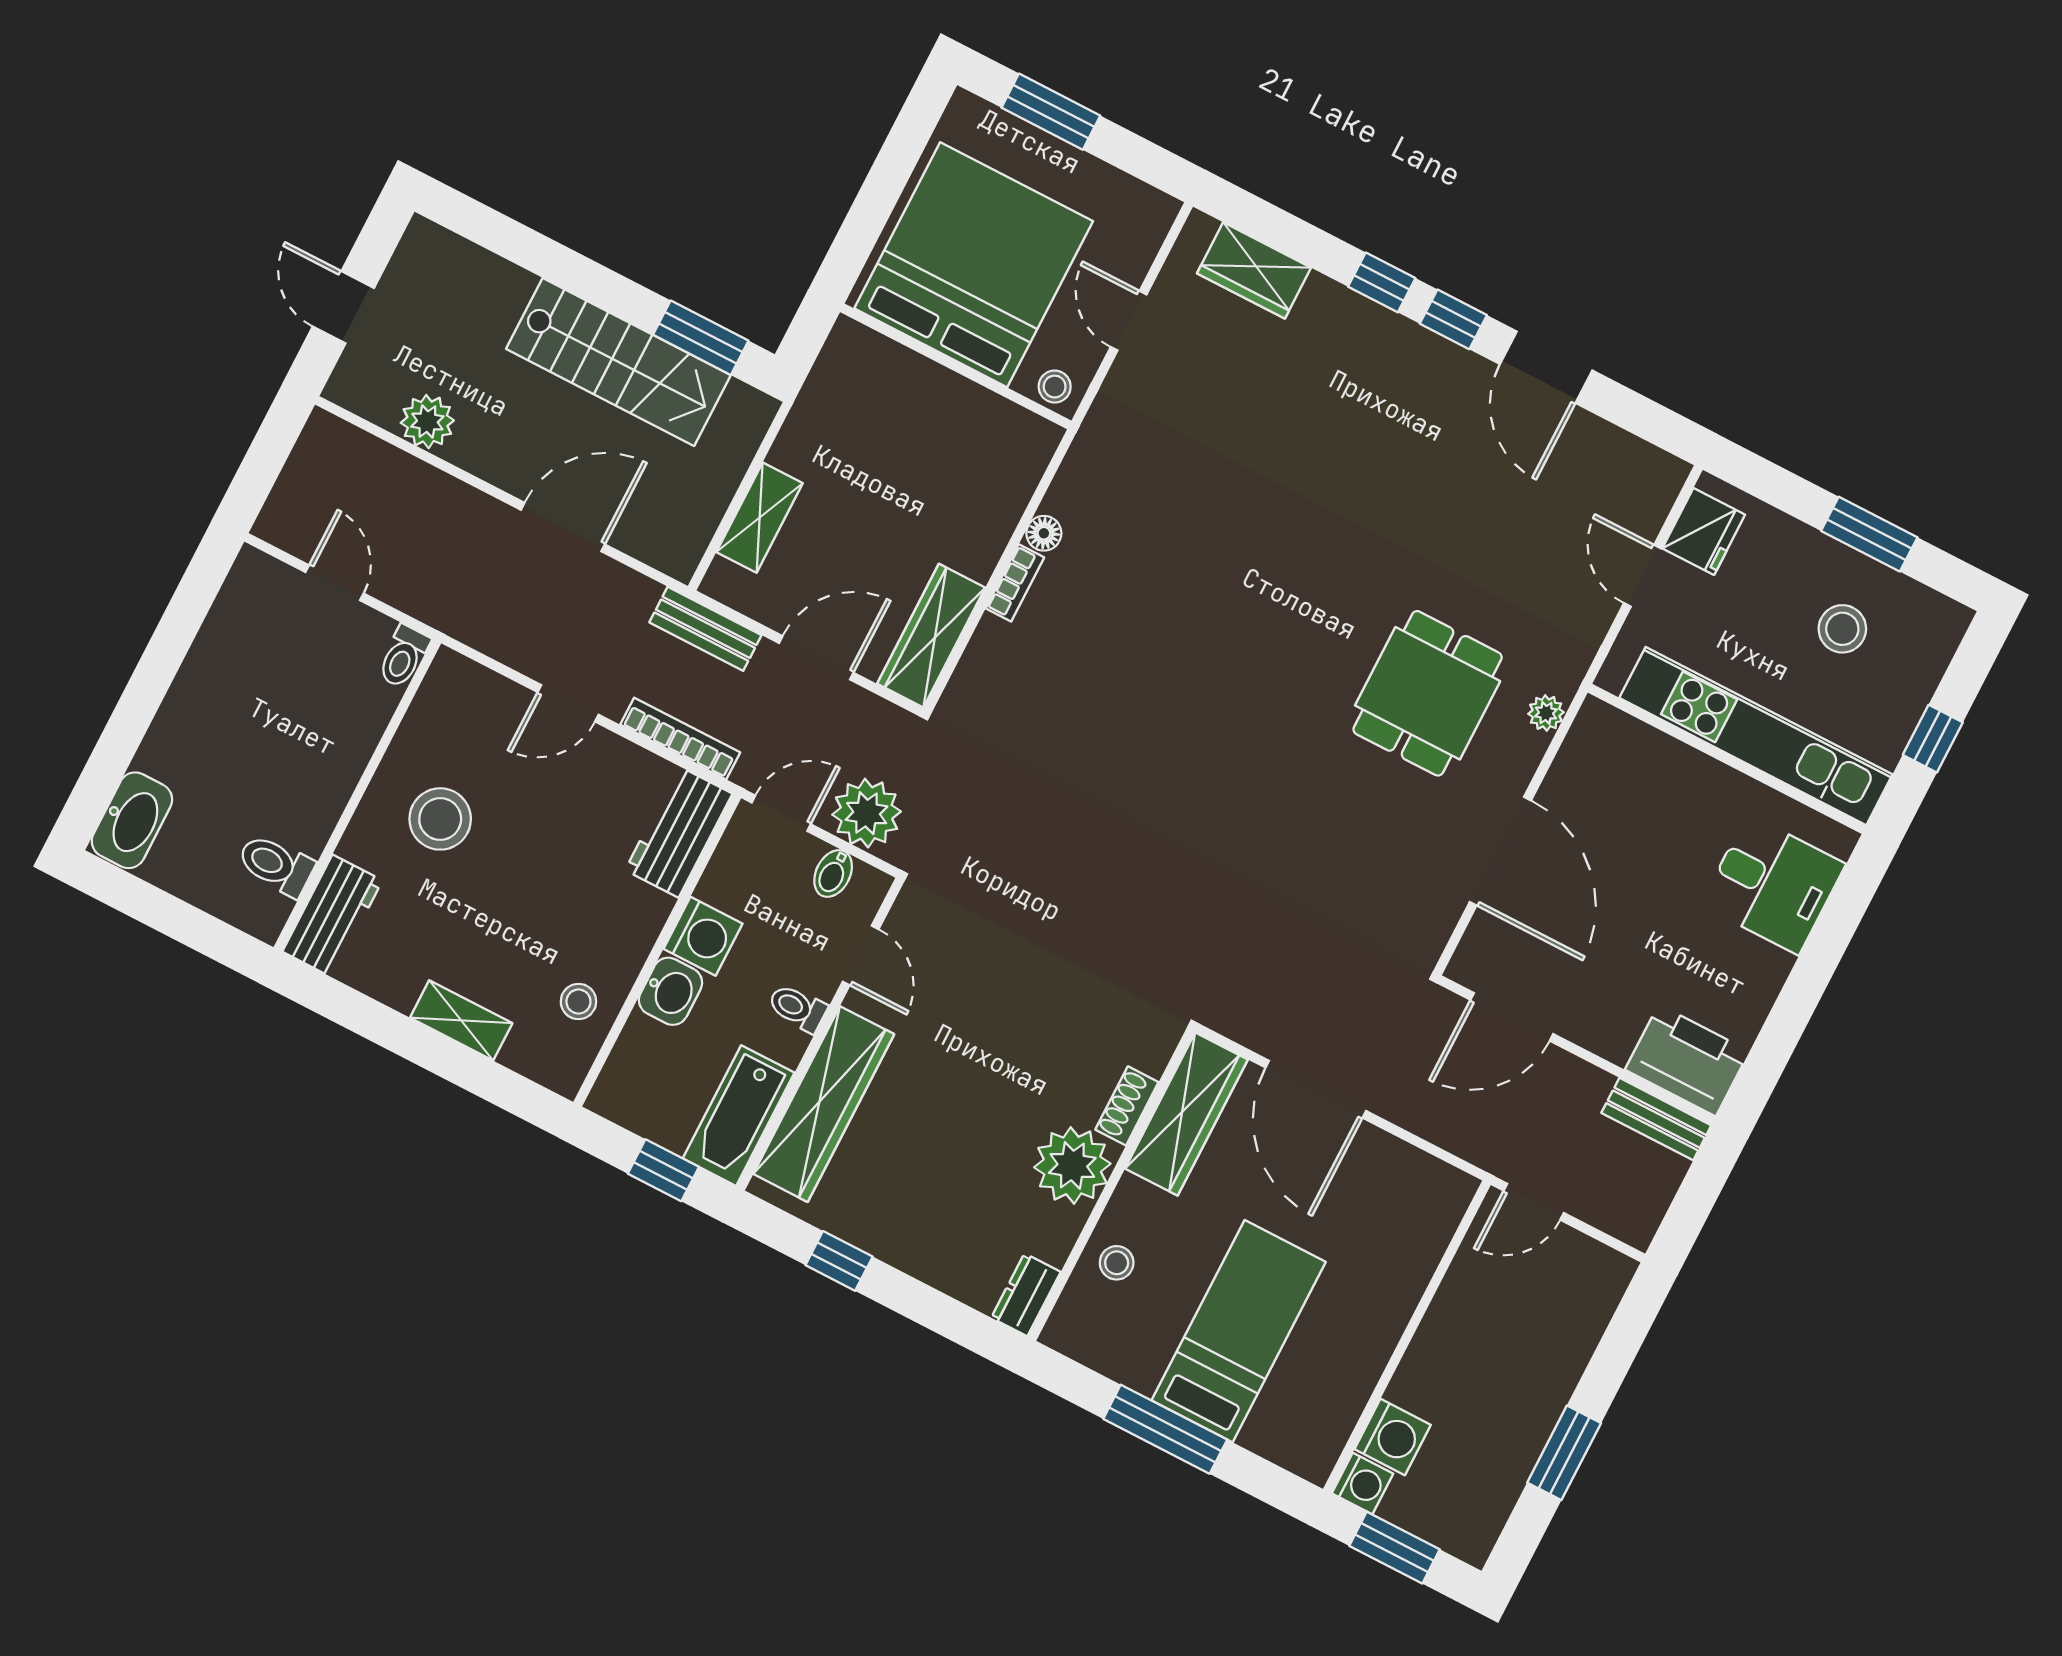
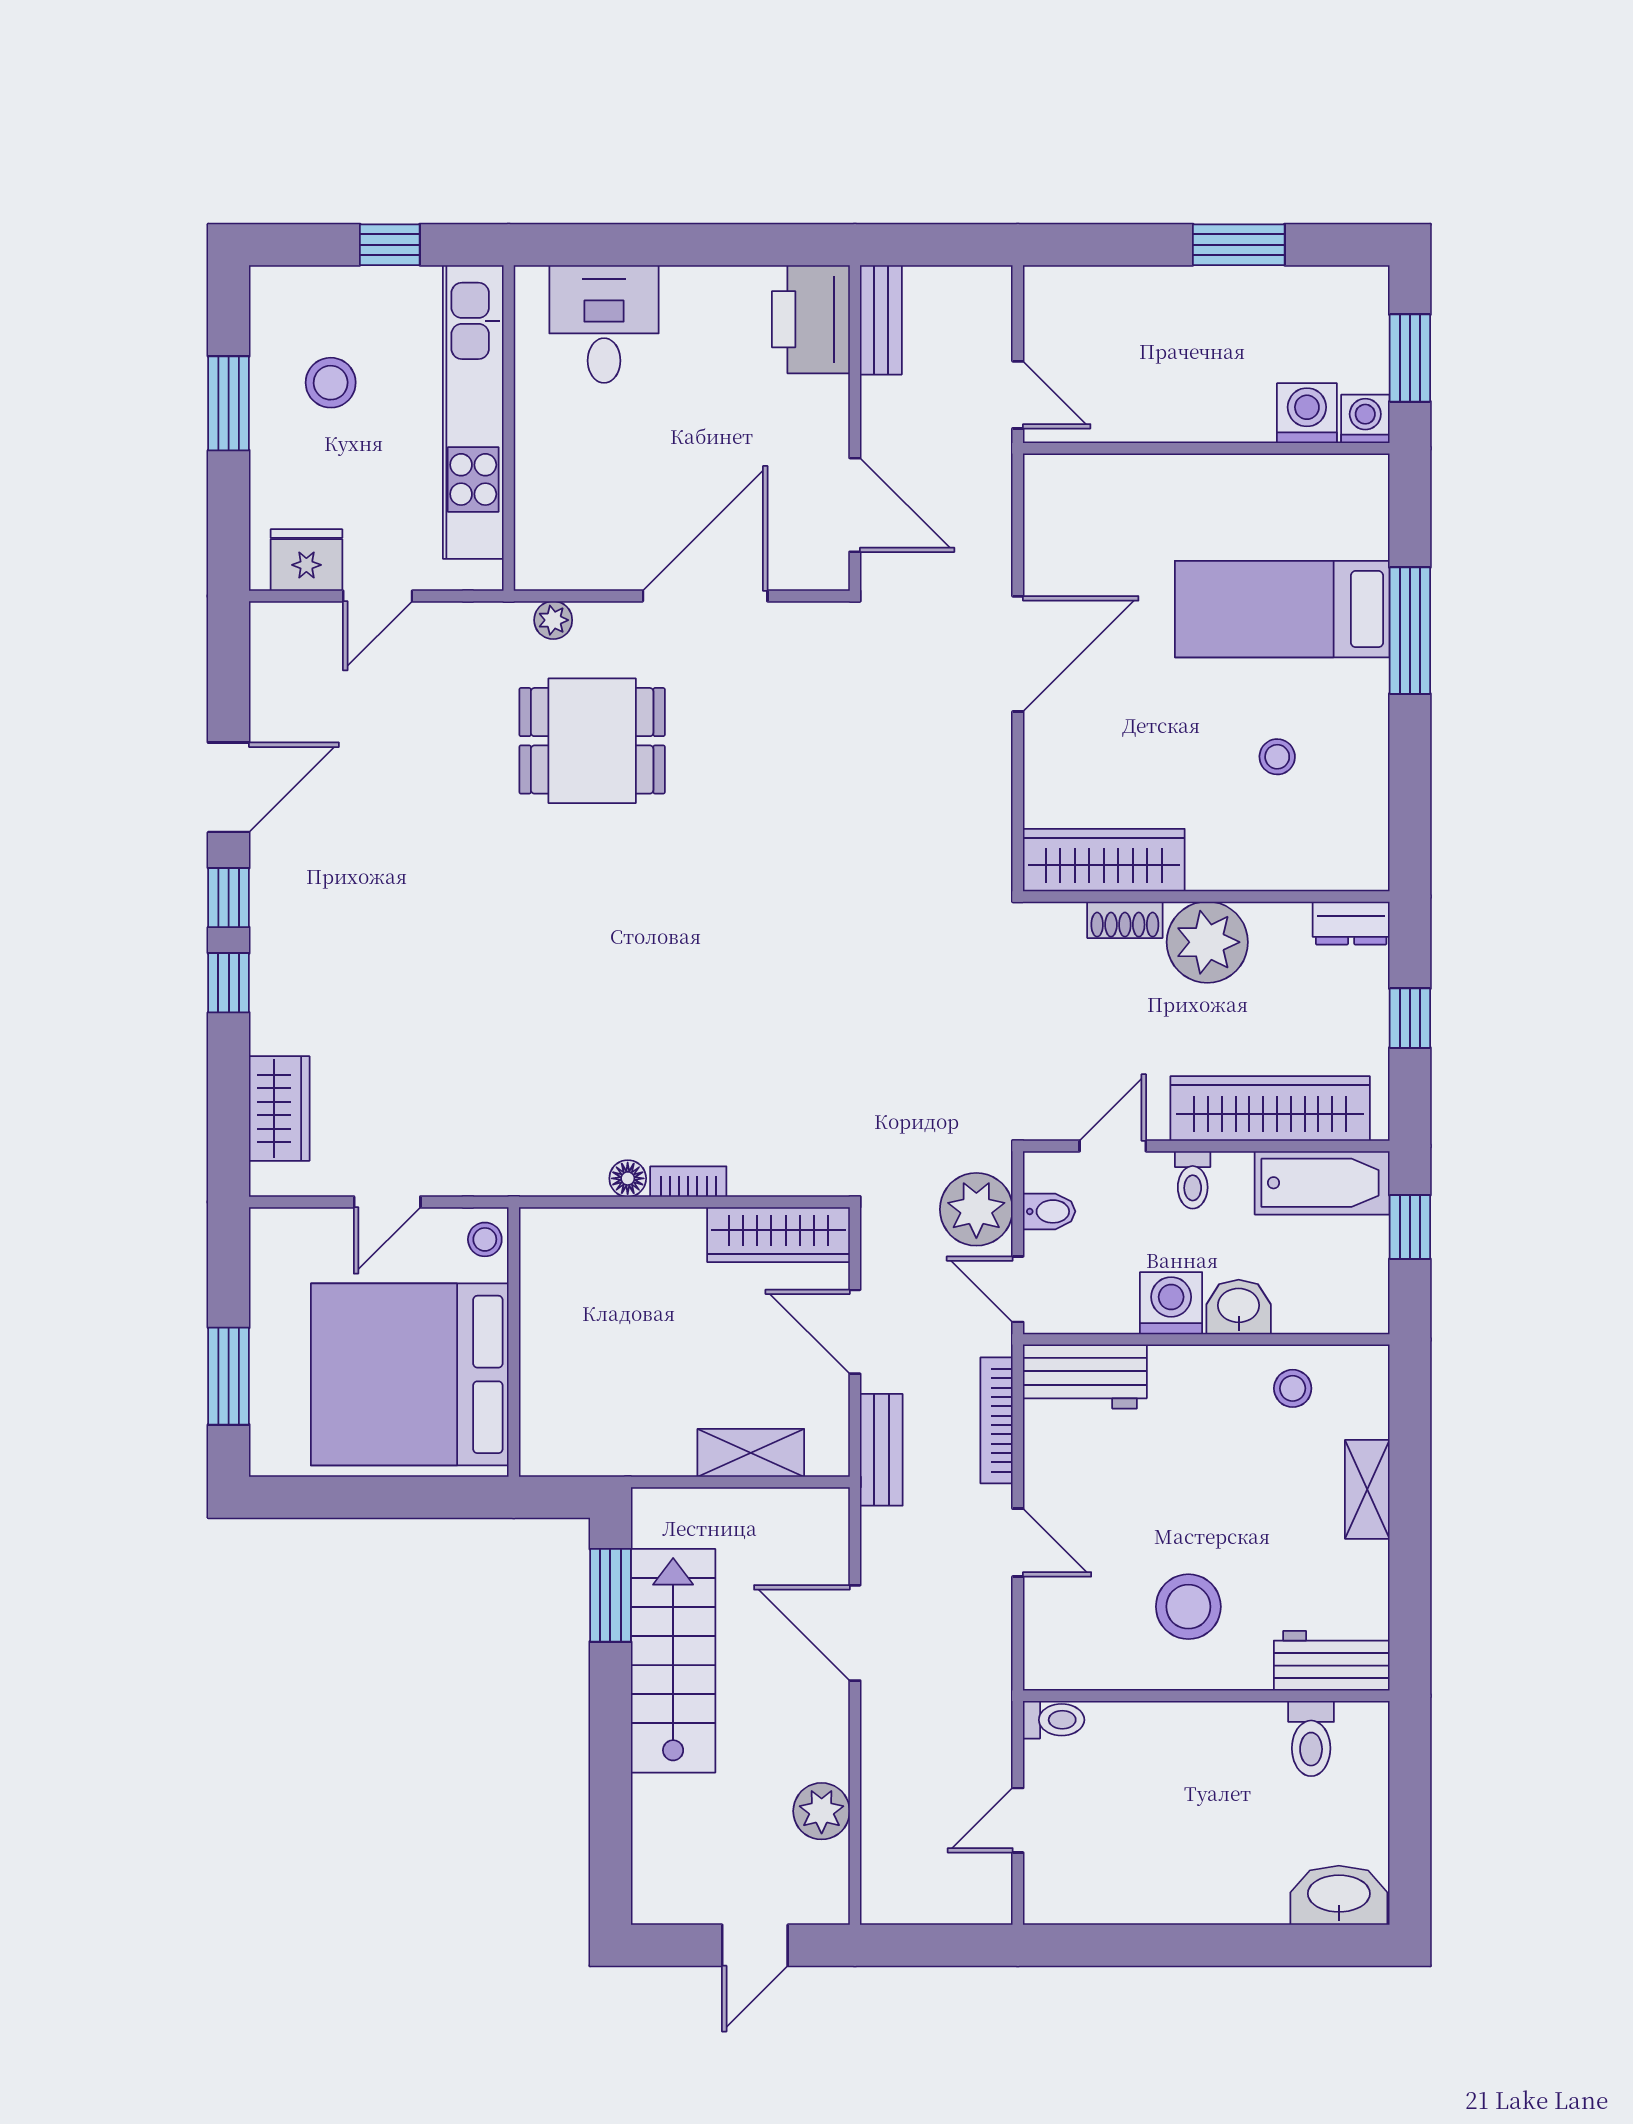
shoe rack: (1127, 1106) -> (1125, 920), moved
wardrobe: (1186, 1114) -> (1104, 860), moved
plant: (1072, 1165) -> (1207, 942), moved
wall: (1111, 1184) -> (1206, 896), moved
dresser: (1026, 1295) -> (1351, 923), moved

